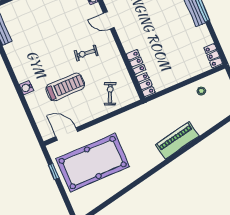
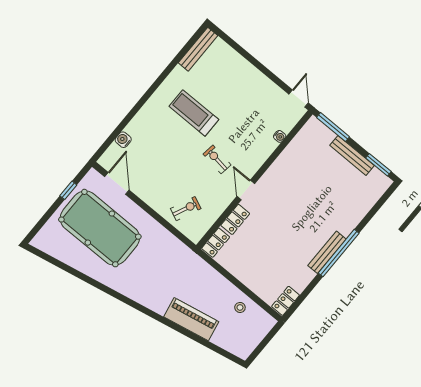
door: (109, 20) -> (246, 190), moved
treadmill: (65, 87) -> (194, 113), moved, turned 180
water cooler: (26, 88) -> (123, 140), moved
piano: (177, 140) -> (191, 319), moved

